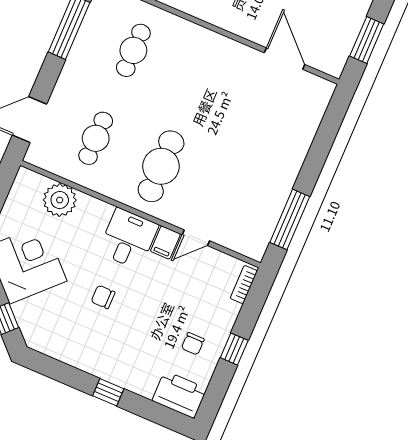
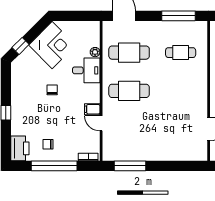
cafe table: (96, 138) -> (129, 53), width x1.37, depth x1.35
plant: (60, 200) -> (95, 52), width x0.53, depth x0.53
desk: (128, 239) -> (86, 70), moved
window: (234, 349) -> (54, 166), width x3.17

